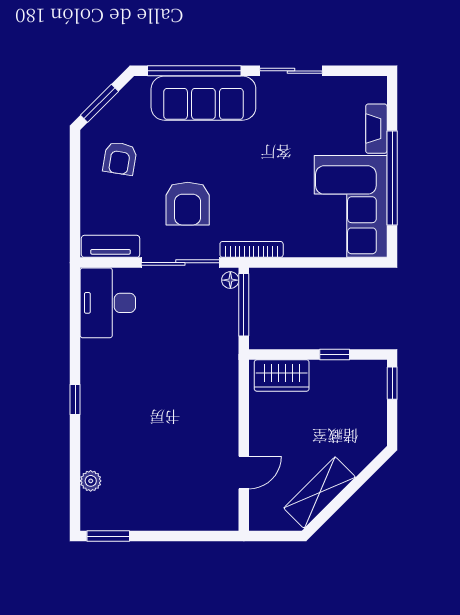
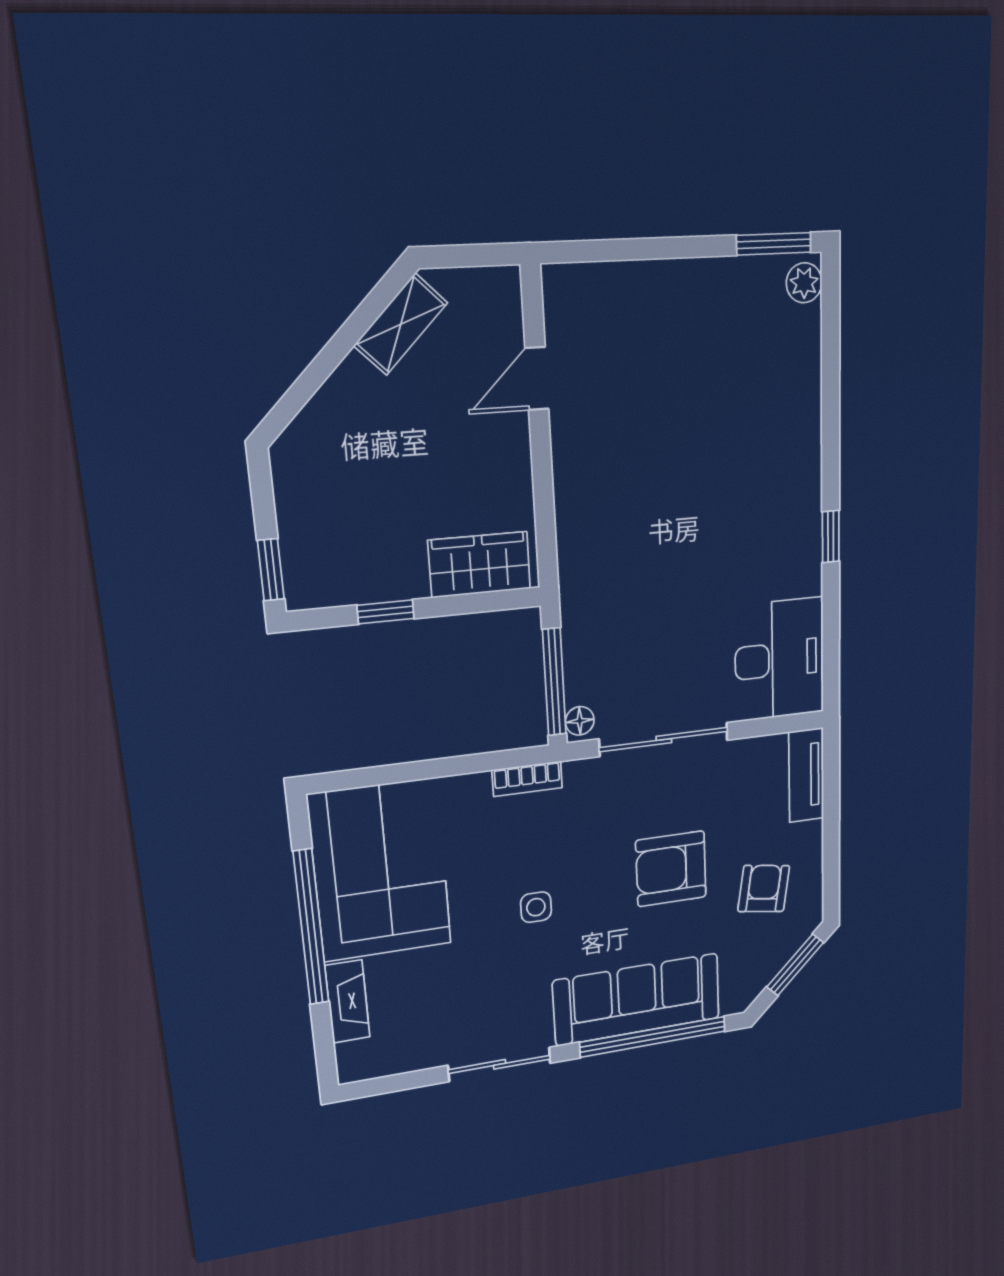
side table: (263, 169) -> (536, 907), added
armchair: (188, 204) -> (671, 869), moved, turned -90
tv unit: (111, 246) -> (806, 775), moved, turned 90
bookcase: (252, 249) -> (527, 779), width x0.64
window: (75, 399) -> (831, 537), moved
plant: (91, 481) -> (804, 283), moved
shelving: (320, 493) -> (401, 324), width x0.67, depth x0.75

